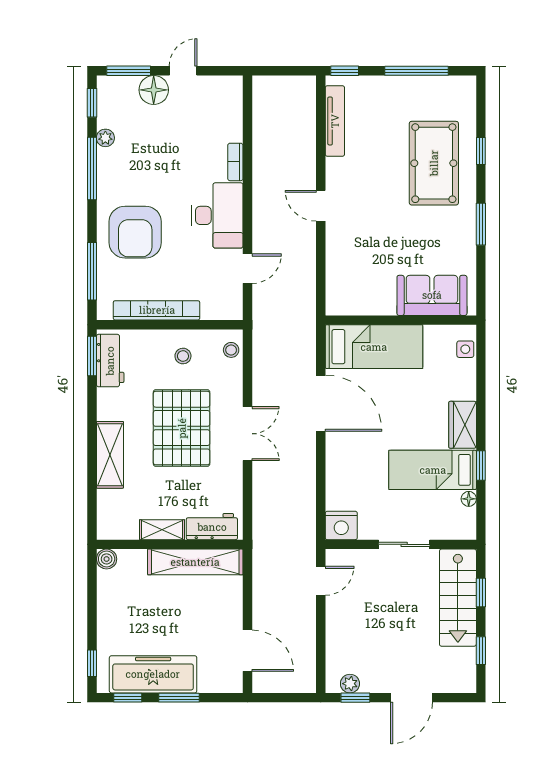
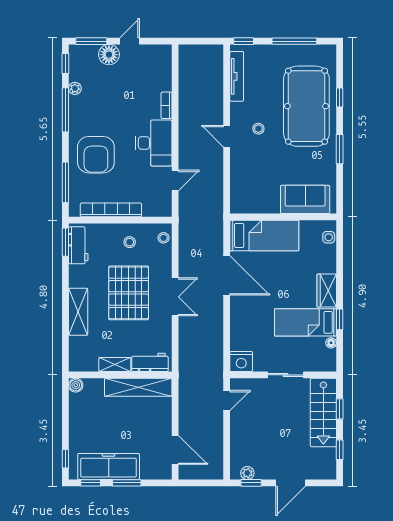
pool table: (434, 163) -> (306, 106), width x1.36, depth x1.32
stool: (366, 195) -> (258, 129), added

